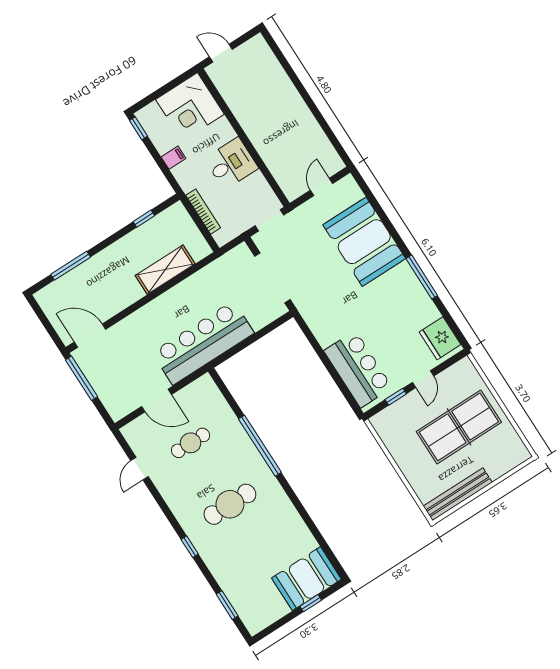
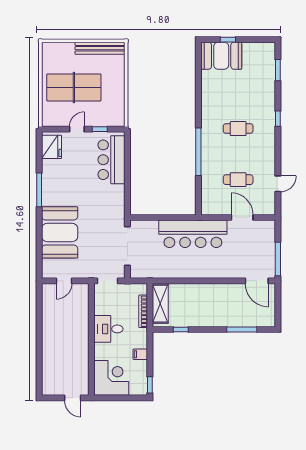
shelving: (165, 270) -> (160, 304), moved, turned 90
cafe table: (230, 504) -> (238, 129), width x0.73, depth x0.74

